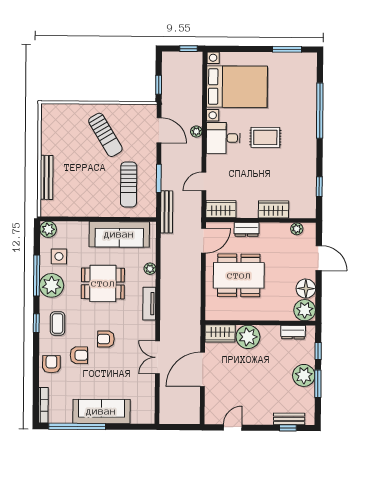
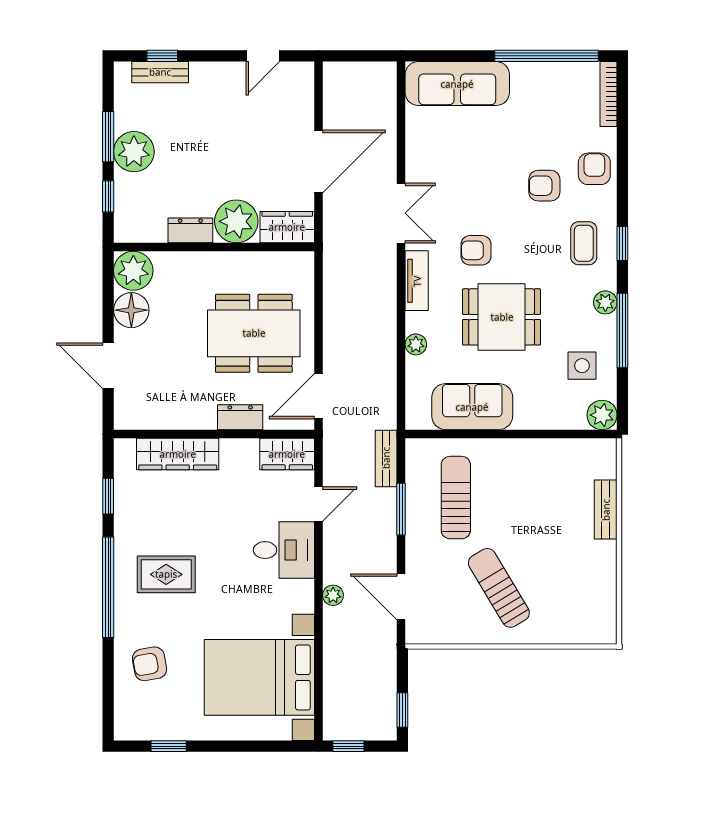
window: (287, 49) -> (169, 746), width x0.67
window: (159, 85) -> (402, 710), moved
armchair: (297, 95) -> (150, 664), added
window: (320, 111) -> (108, 587), moved
rug: (265, 137) -> (166, 574), moved
desk: (223, 138) -> (284, 550), moved
bench: (47, 177) -> (606, 510), width x0.73
wardrobe: (273, 209) -> (178, 454), width x1.50
bench: (167, 212) -> (386, 458), width x0.73
plant: (297, 229) -> (149, 419), removed
sofa: (119, 234) -> (472, 407), width x0.73
plant: (52, 285) -> (605, 302), width x0.53, depth x0.53
dresser: (293, 332) -> (190, 230), moved
armchair: (106, 339) -> (476, 250), moved, turned 180
double door: (157, 357) -> (401, 213), moved
armchair: (51, 364) -> (594, 169), turned 180
sofa: (101, 411) -> (457, 84), moved

